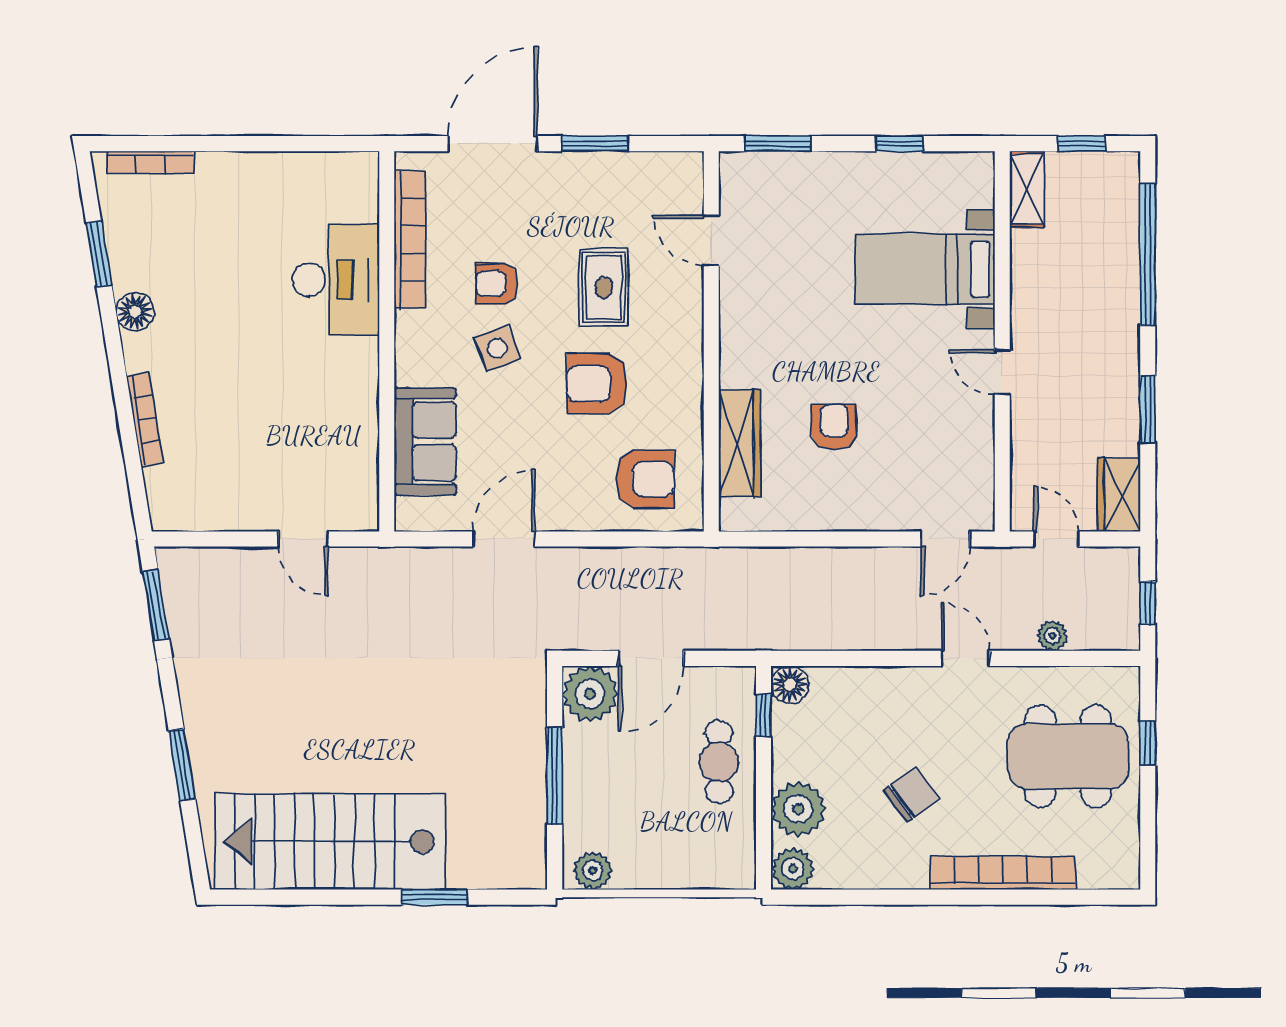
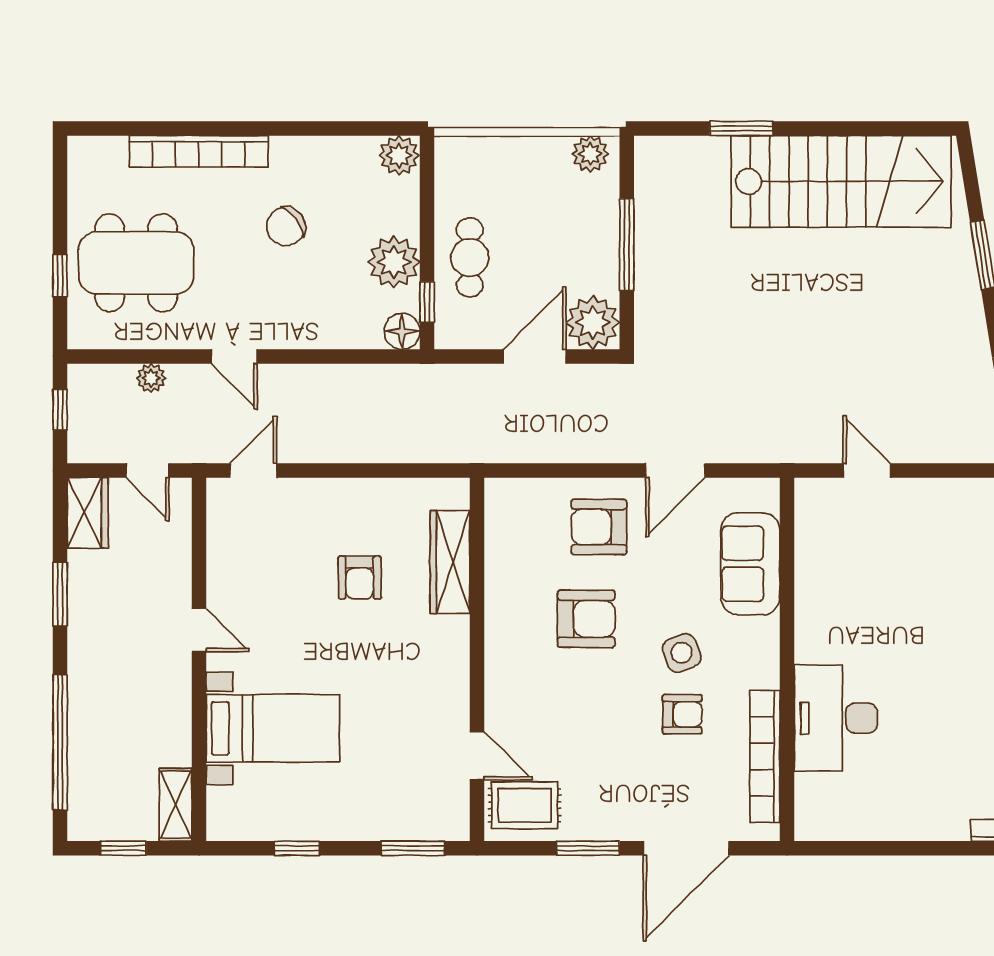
rug: (604, 287) -> (525, 805), moved, turned 90
armchair: (645, 479) -> (599, 527), moved
plant: (798, 809) -> (394, 262), moved

